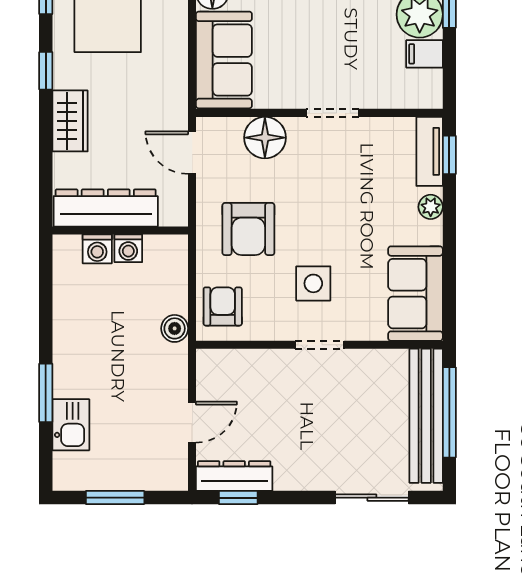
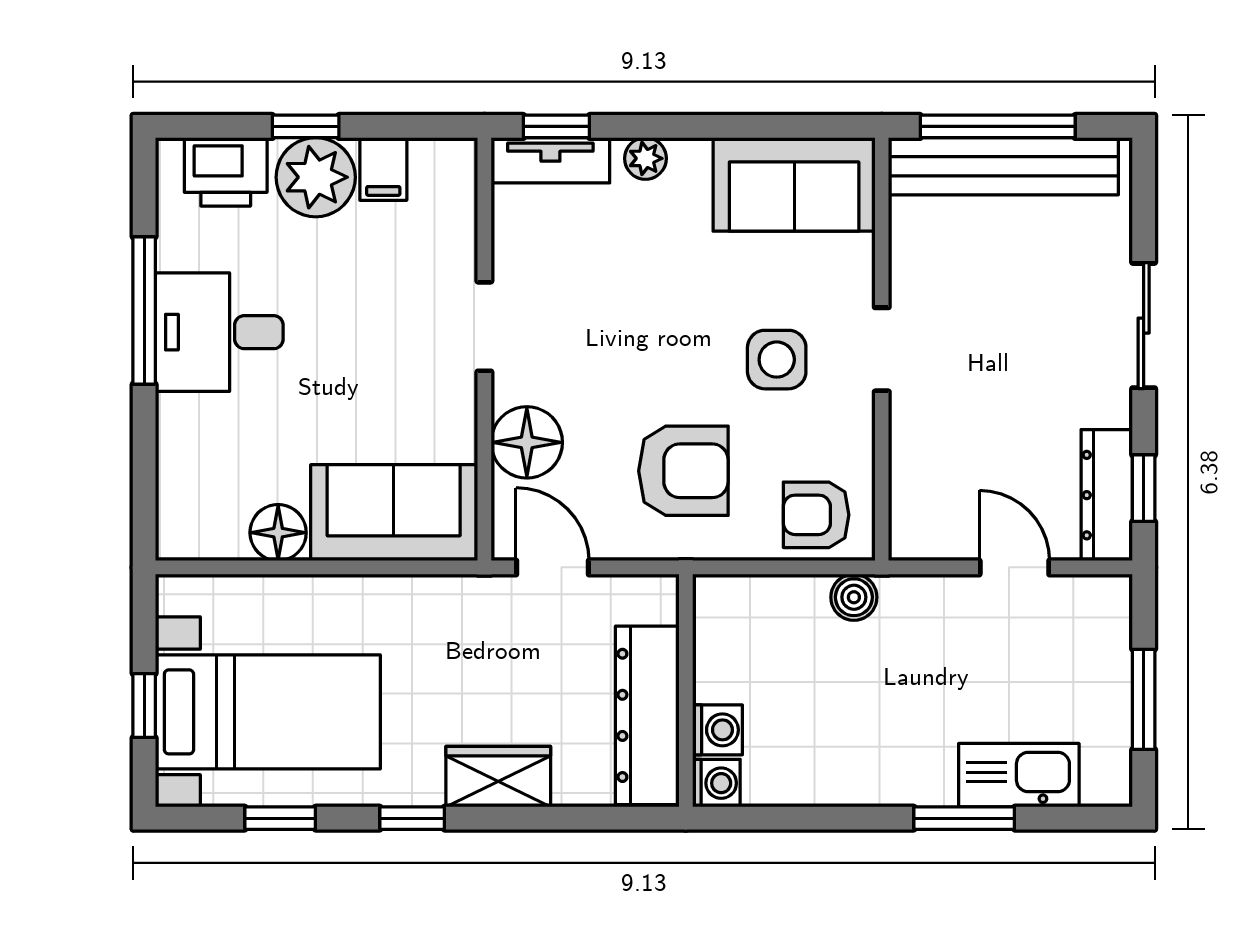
door: (192, 153) -> (553, 567), swing flipped
washing machine: (128, 248) -> (716, 783), moved
kitchen sink: (71, 425) -> (1019, 775), width x1.38
sliding door: (372, 498) -> (1144, 326), moved

